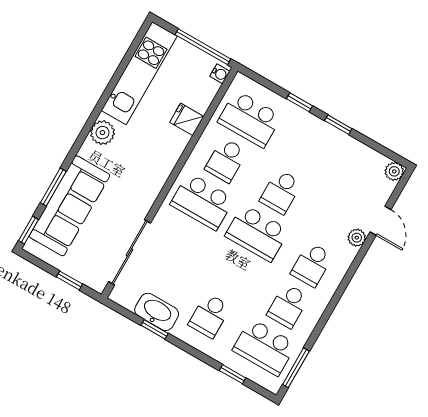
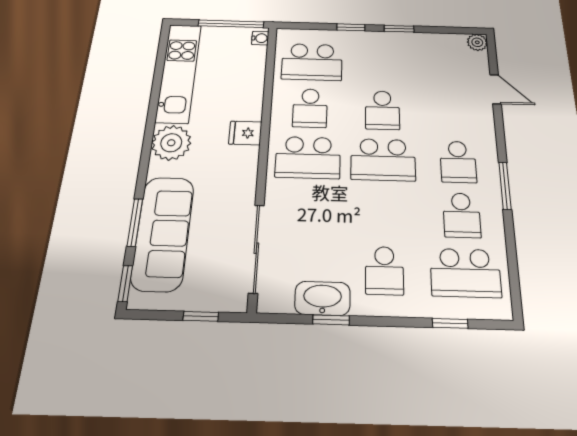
fridge: (187, 119) -> (245, 133), moved
plant: (103, 133) -> (171, 143), width x1.36, depth x1.36
plant: (357, 238) -> (484, 115), removed
window: (296, 368) -> (505, 186), moved

